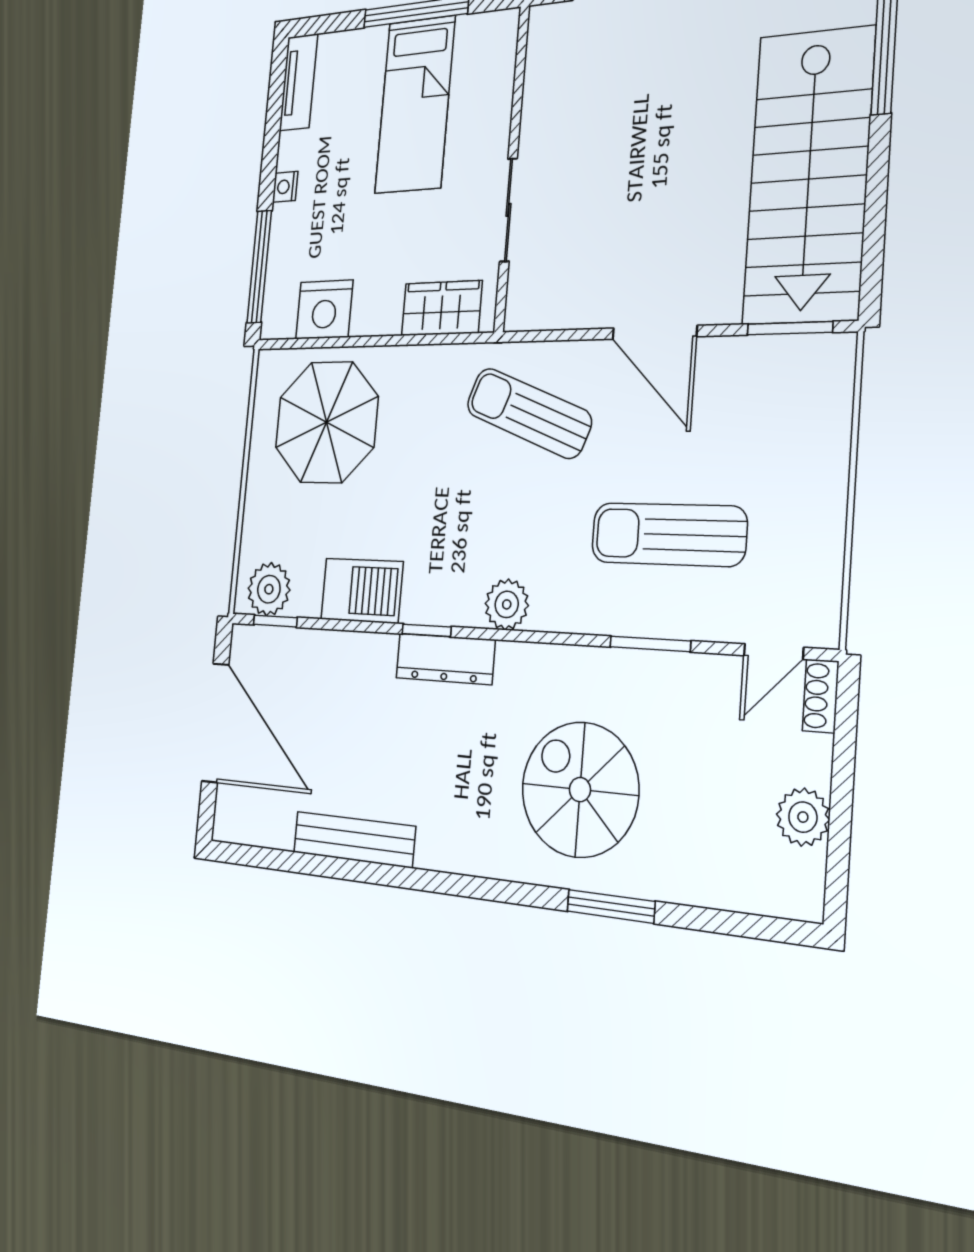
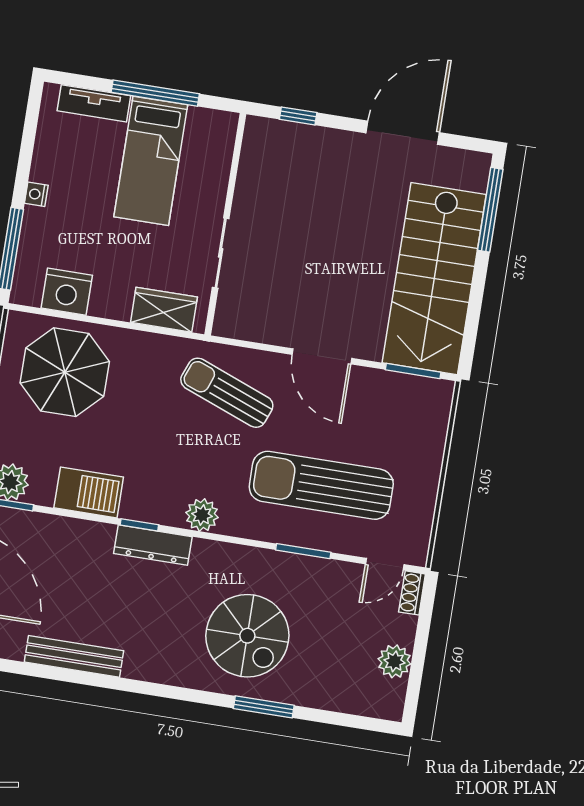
tv unit: (299, 82) -> (94, 103), moved, turned 90
sun lounger: (668, 534) -> (321, 485), width x1.36, depth x1.34
spiral stairs: (580, 790) -> (247, 636), turned 180

